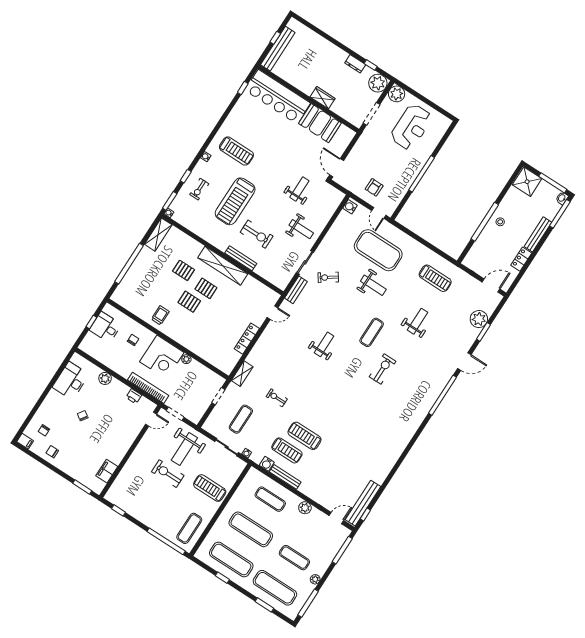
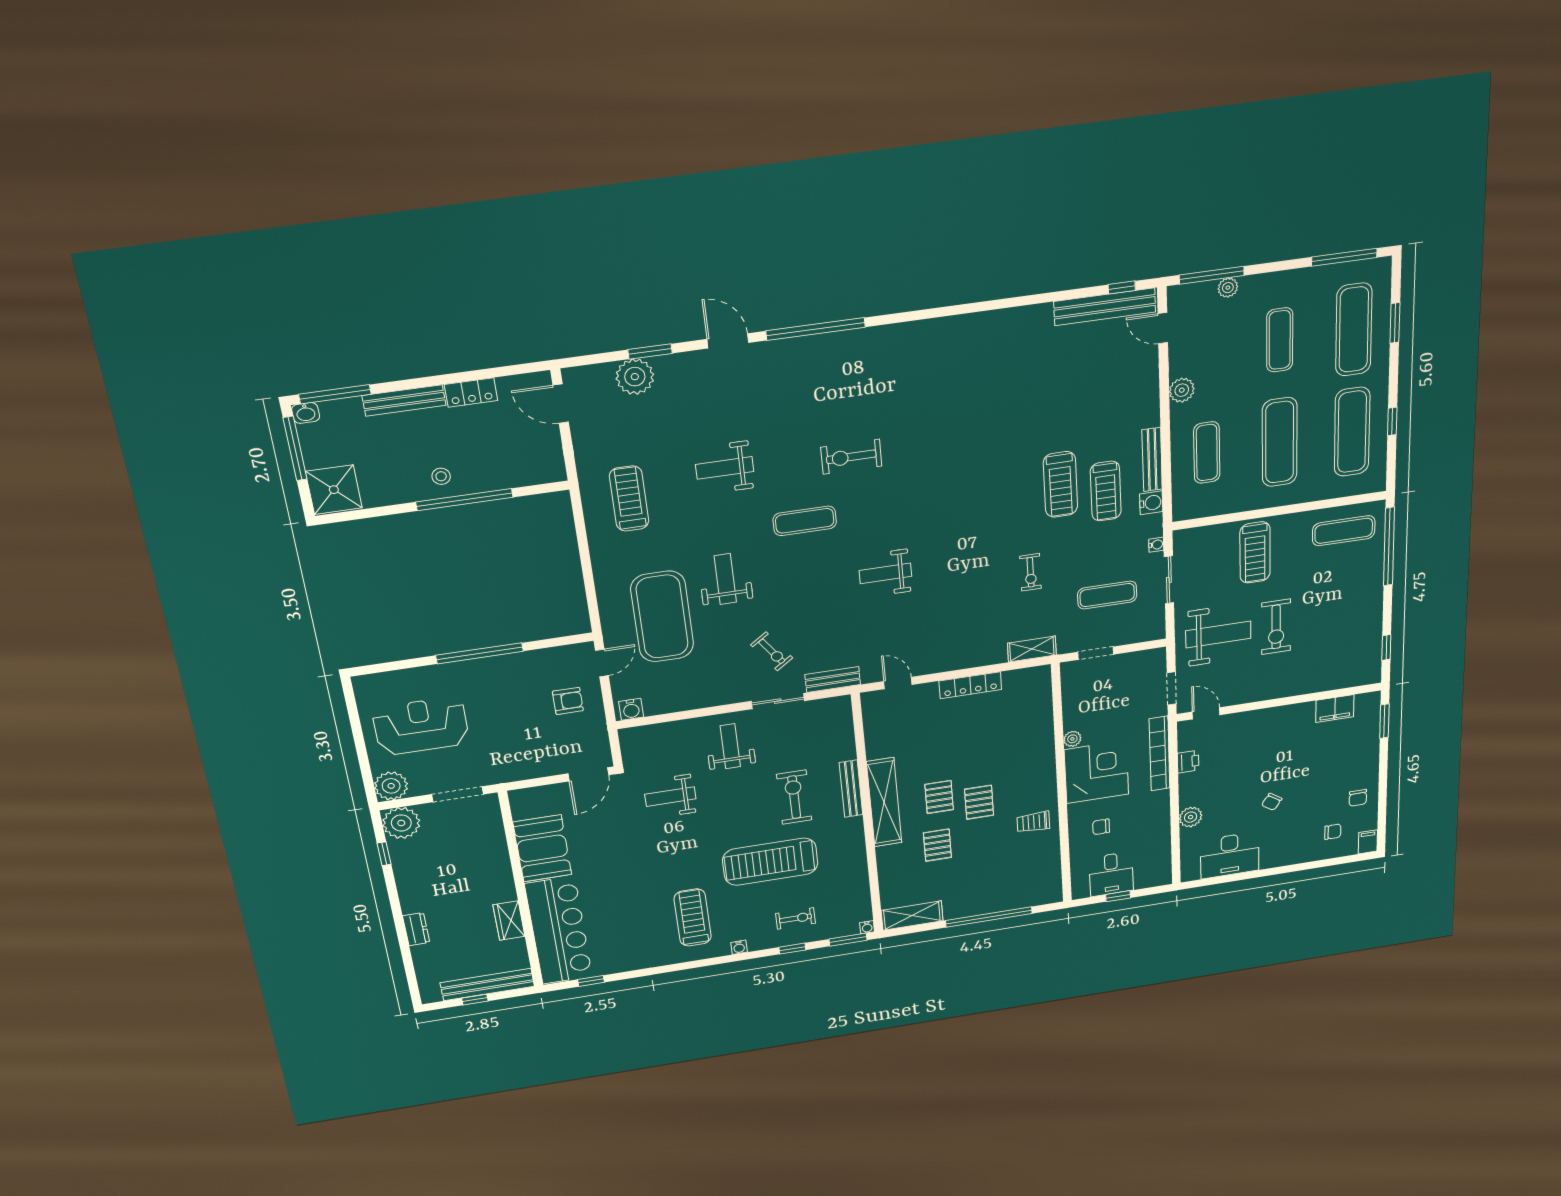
dresser: (355, 64) -> (416, 929), moved
wardrobe: (323, 98) -> (509, 921), moved
treadmill: (235, 201) -> (770, 862), turned 180
treadmill: (287, 450) -> (1106, 491), turned 180
plant: (315, 579) -> (1228, 288), moved

